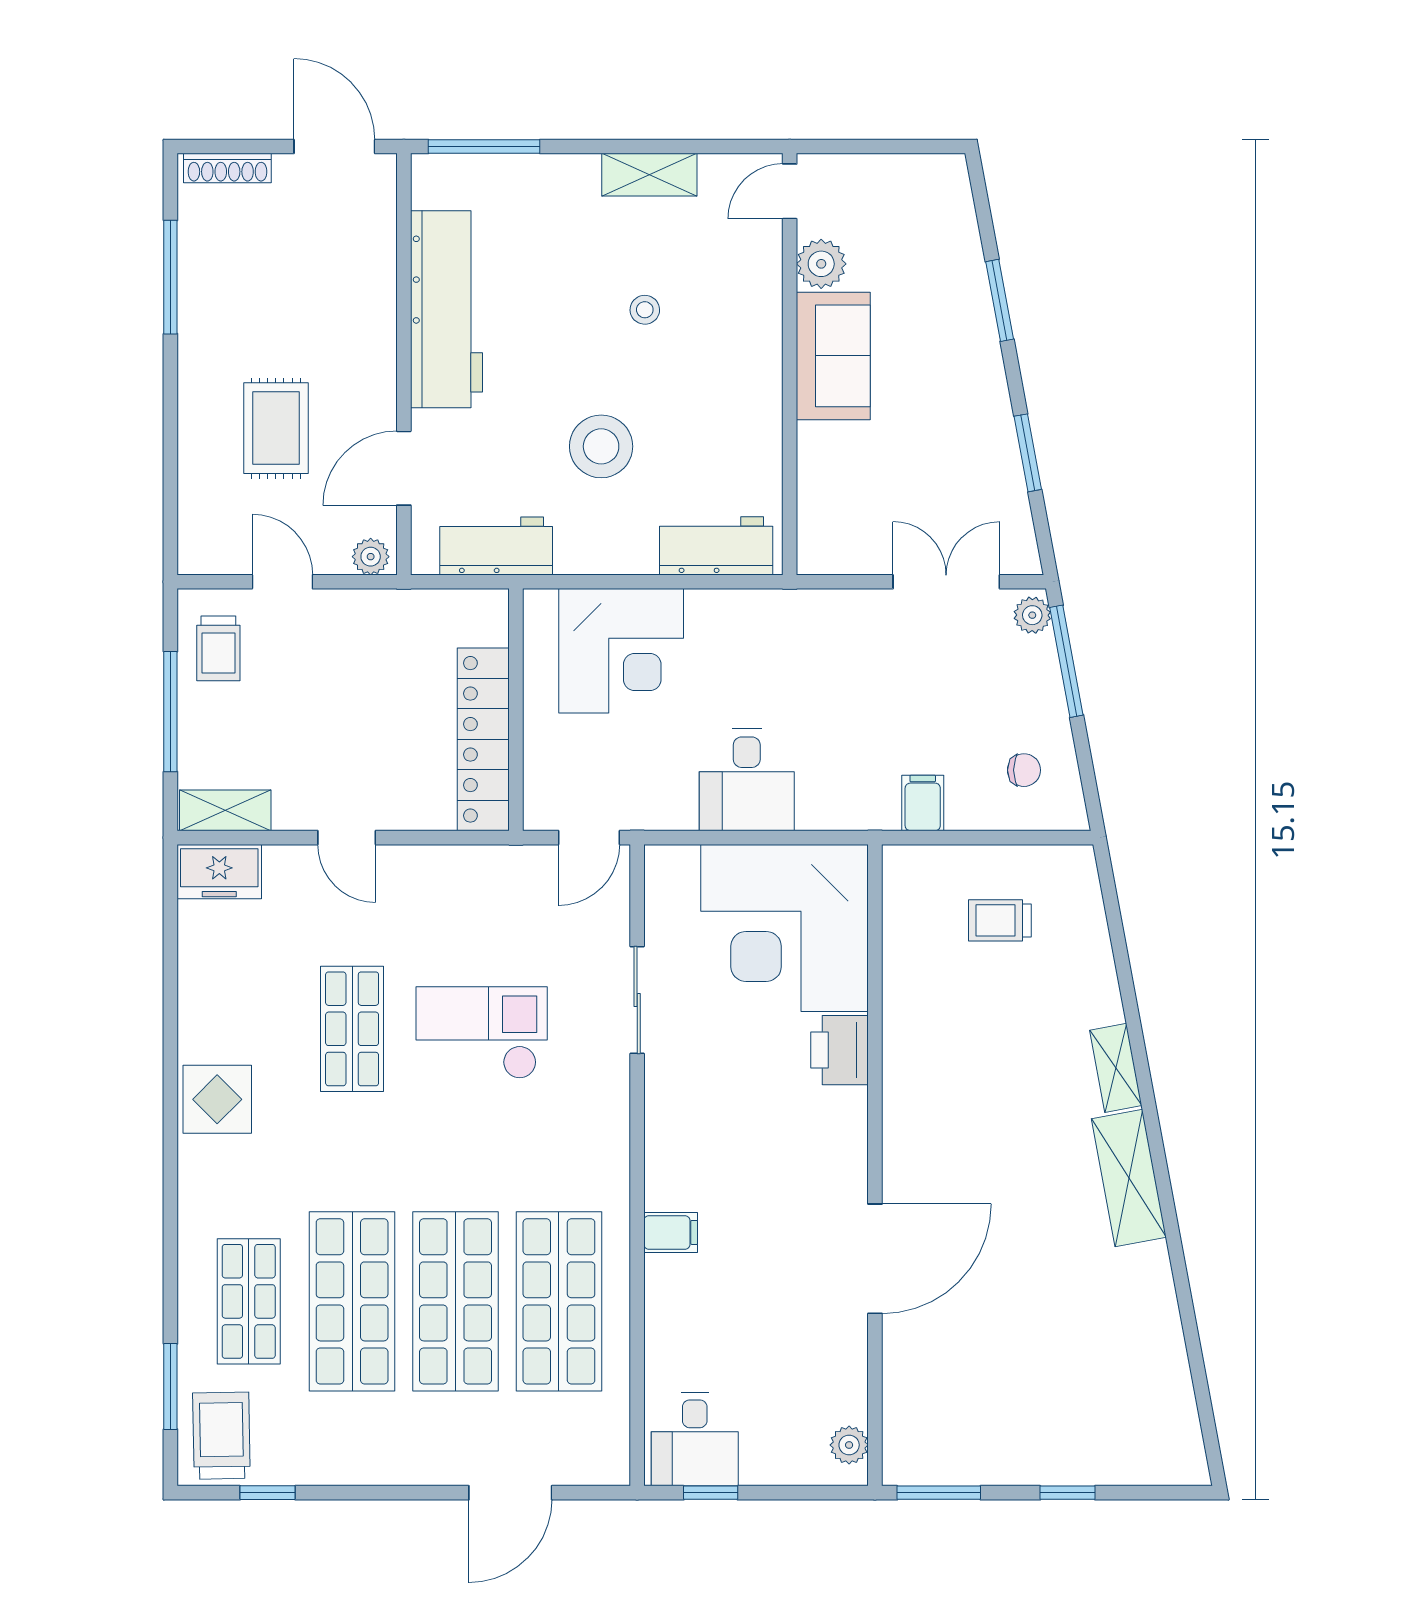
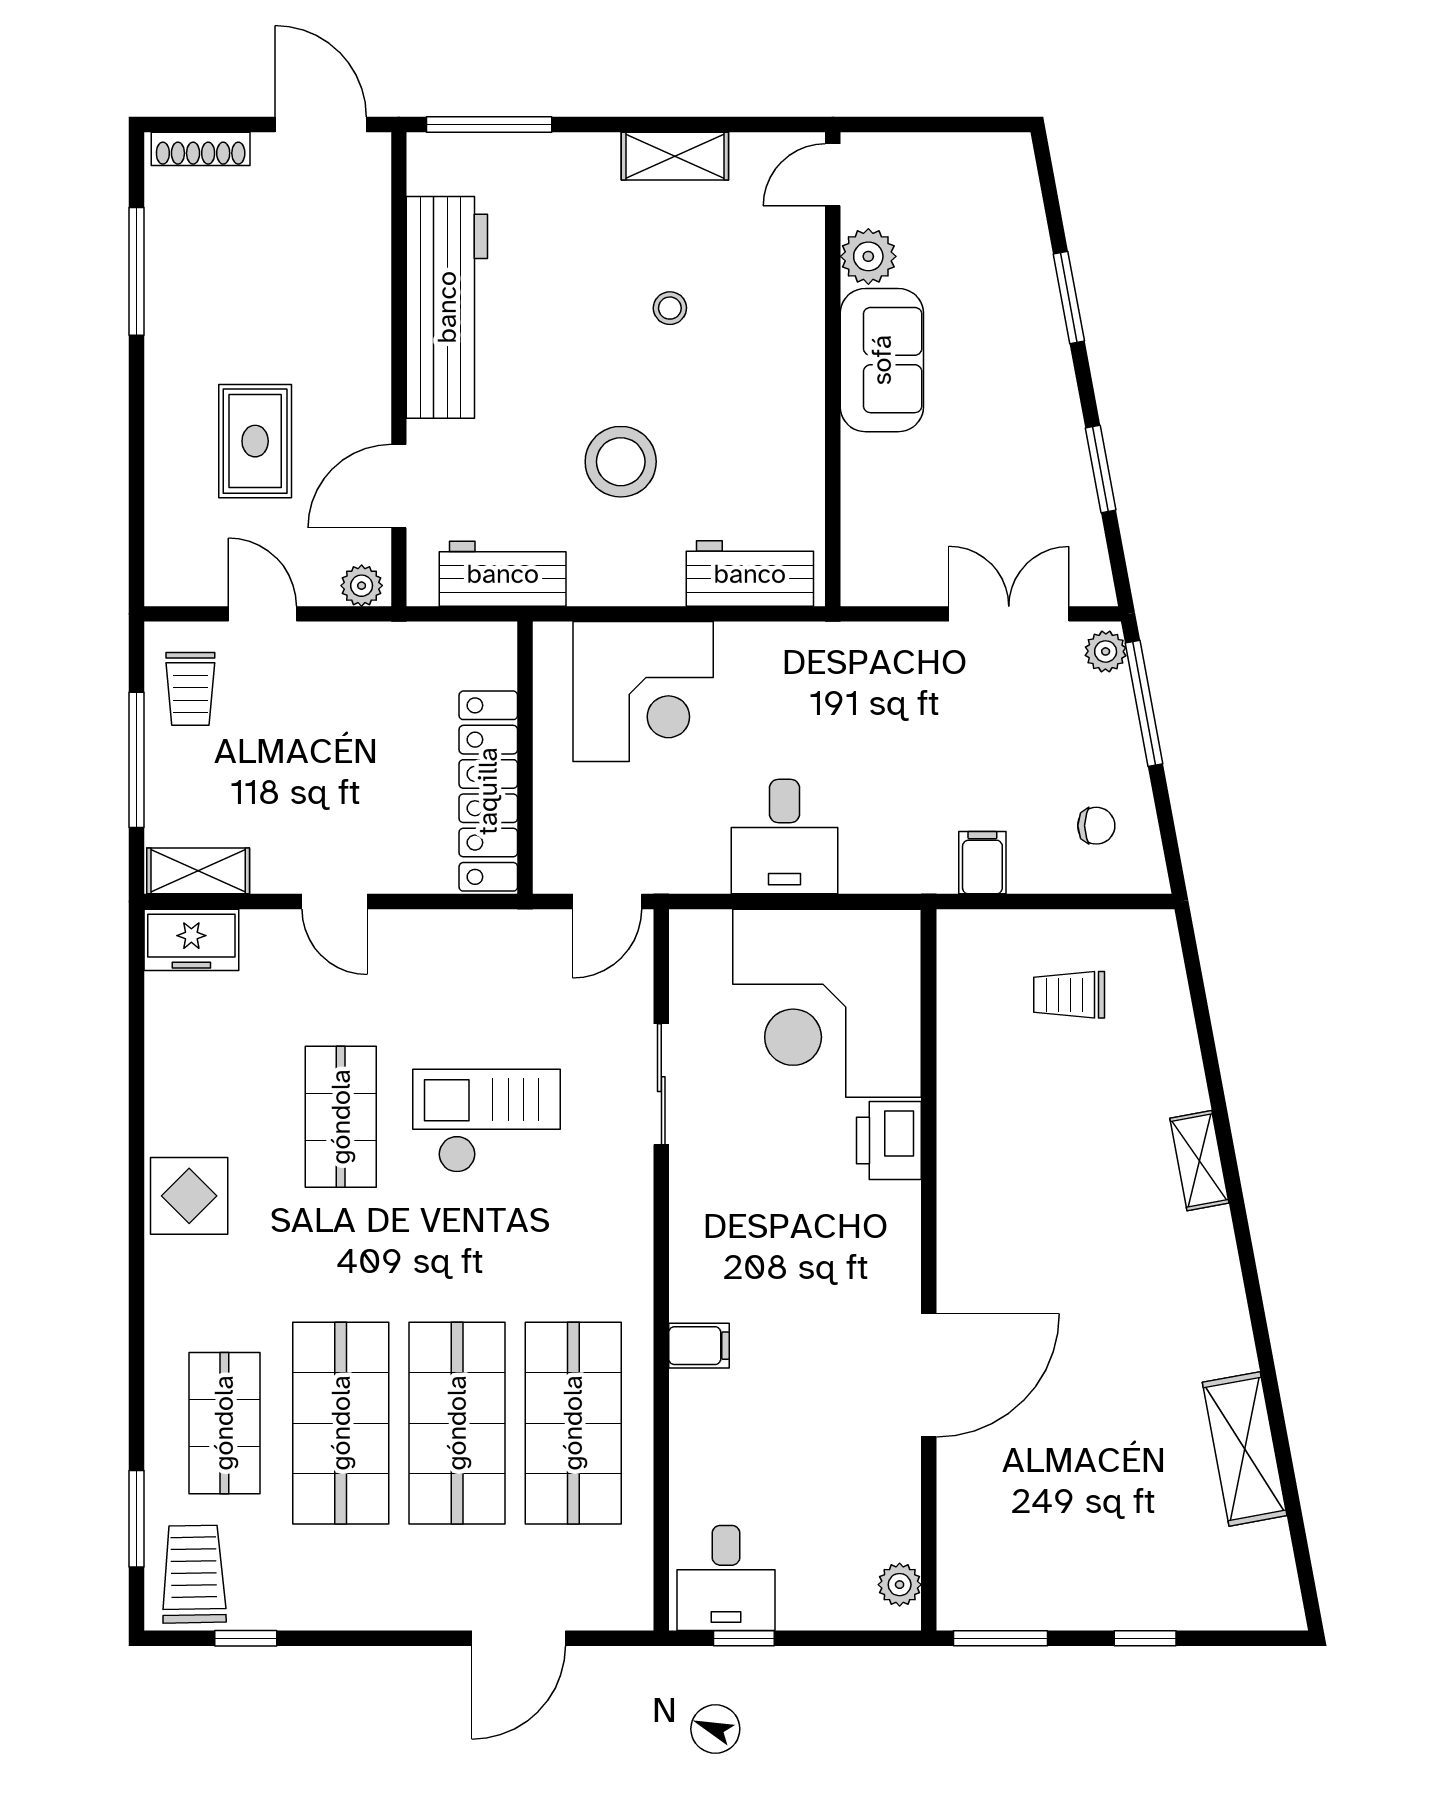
shelving: (1129, 1178) -> (1245, 1449), moved

